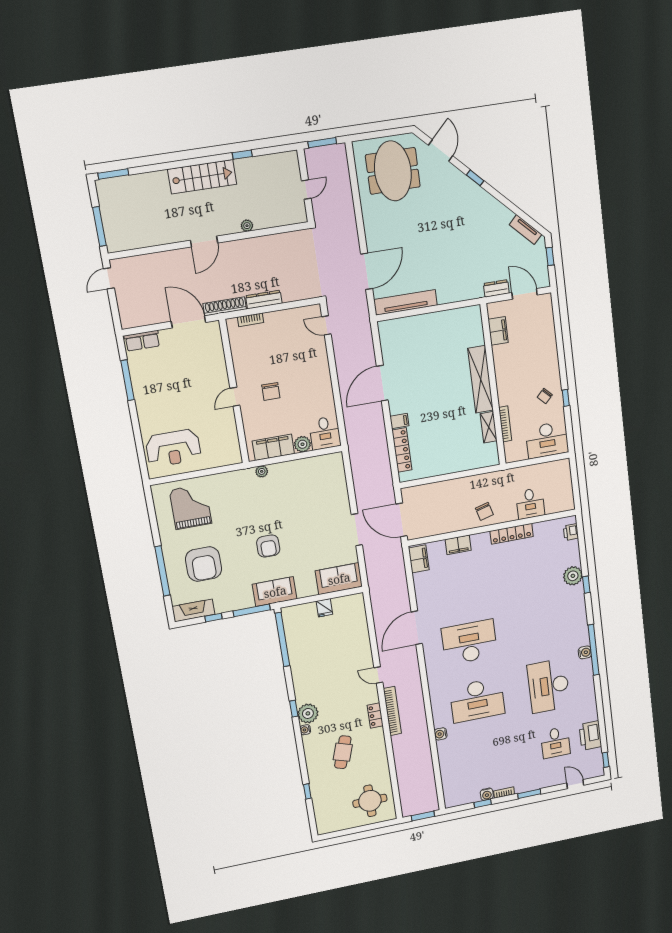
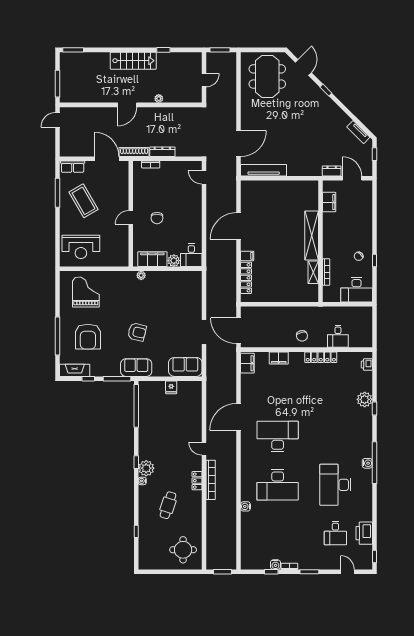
coffee table: (166, 385) -> (84, 201), added
armchair: (268, 546) -> (137, 332), turned -76

